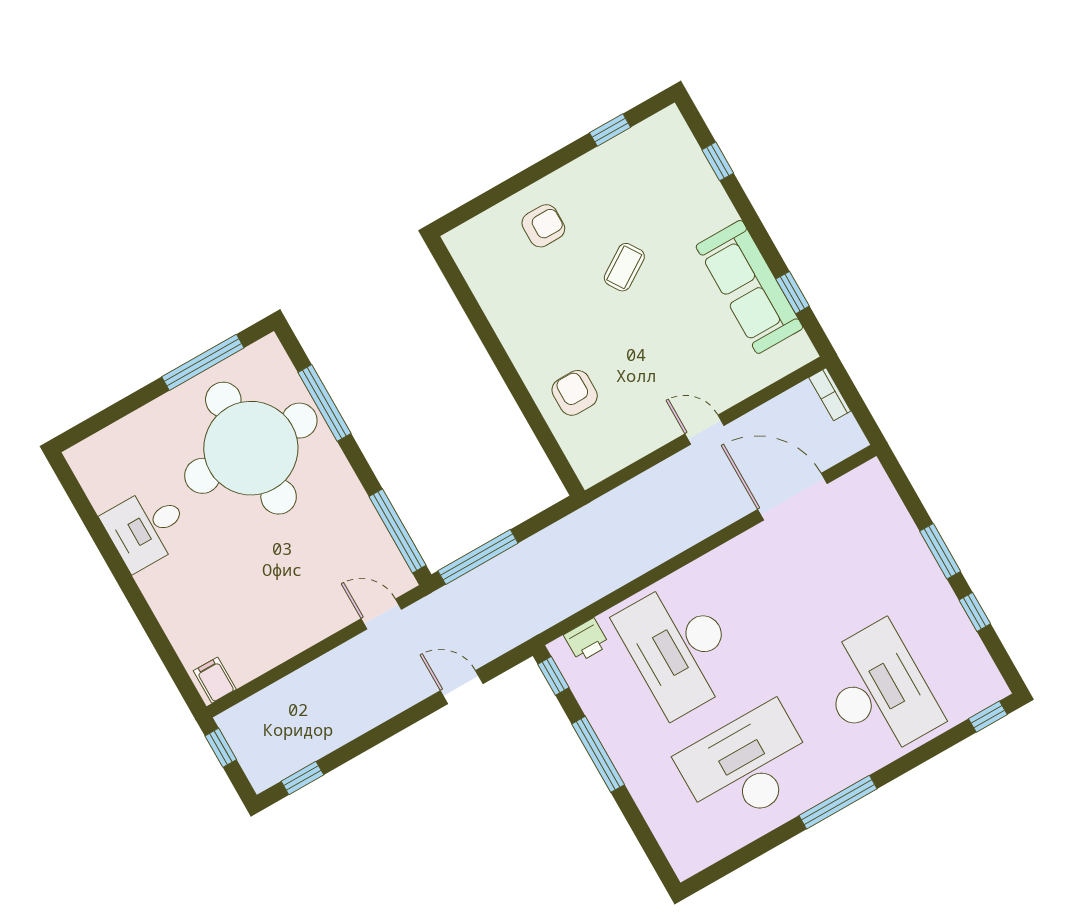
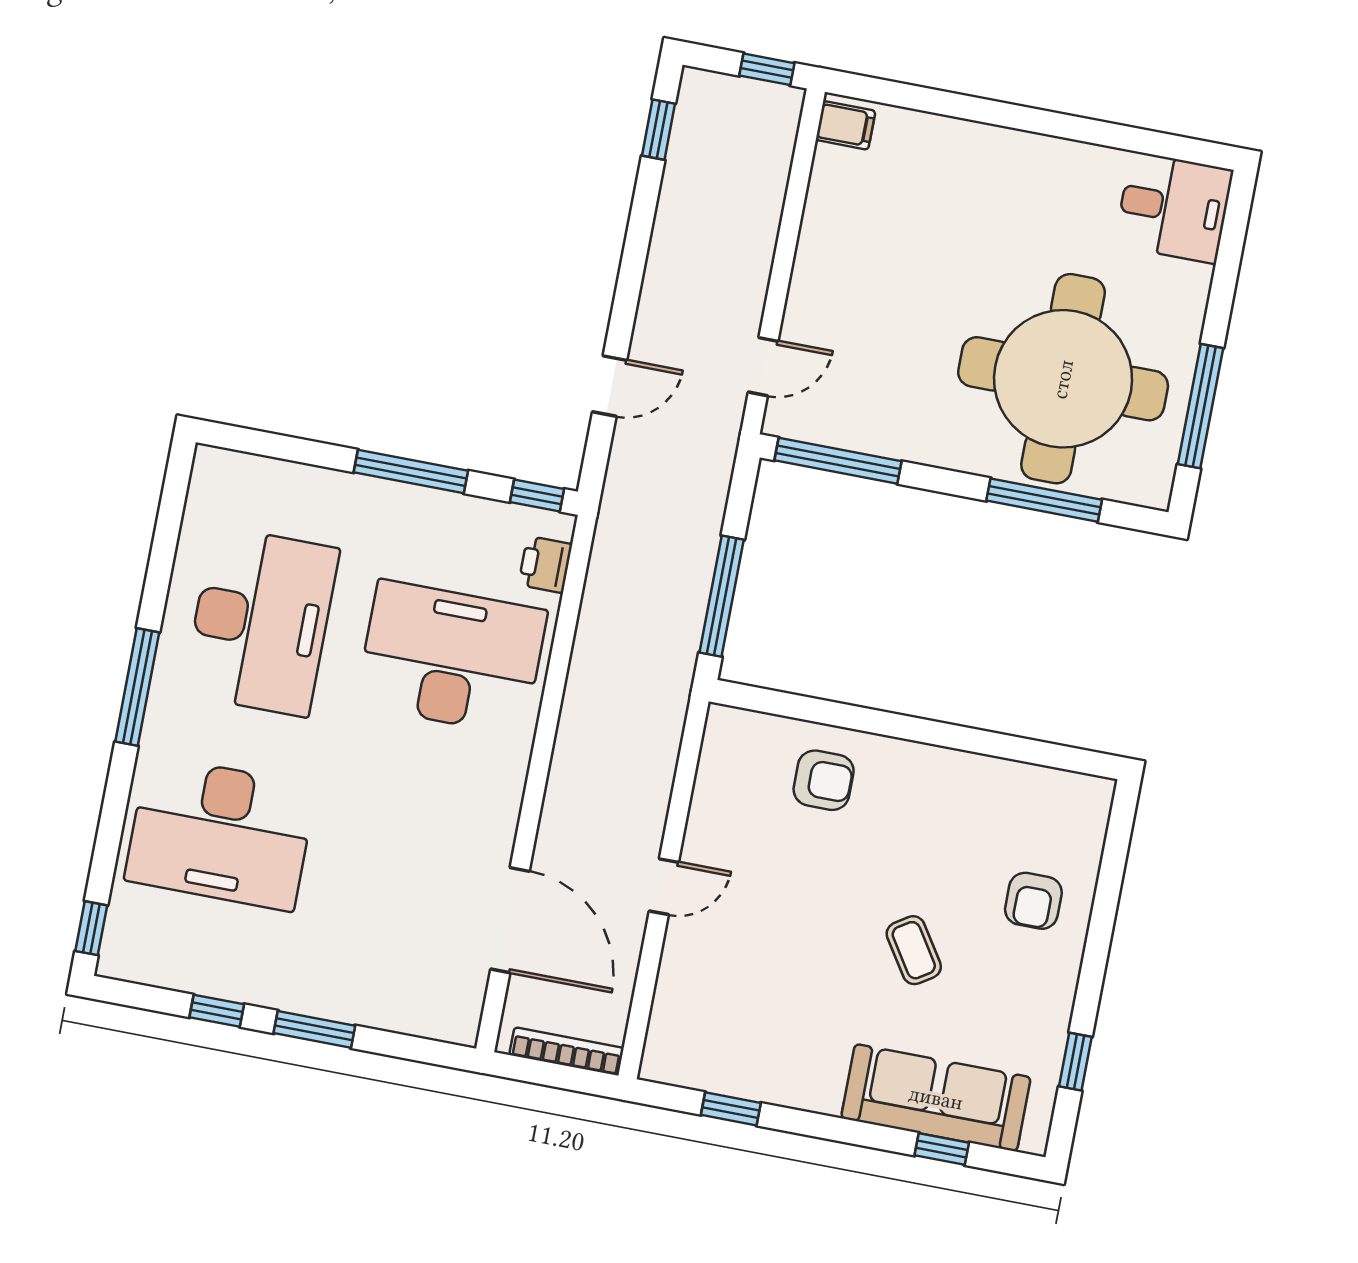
sofa: (749, 287) -> (936, 1098), moved
bookcase: (830, 394) -> (567, 1051), width x1.56
door: (792, 497) -> (510, 920), hinge flipped
desk: (147, 528) -> (1174, 208), moved, turned 90
window: (478, 557) -> (722, 596), moved

